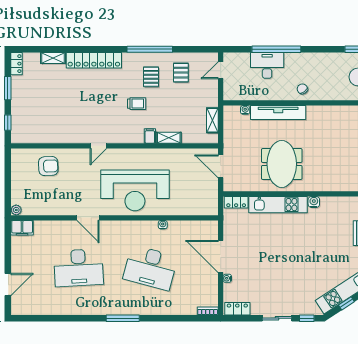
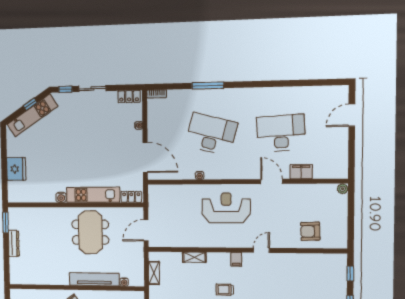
filing cabinet: (150, 136) -> (236, 259), moved
door: (221, 166) -> (146, 230), swing flipped
reception desk: (135, 190) -> (226, 208), width x0.74, depth x0.77
filing cabinet: (22, 228) -> (301, 172), moved
door: (221, 257) -> (145, 157), moved
window: (123, 318) -> (208, 85), moved

